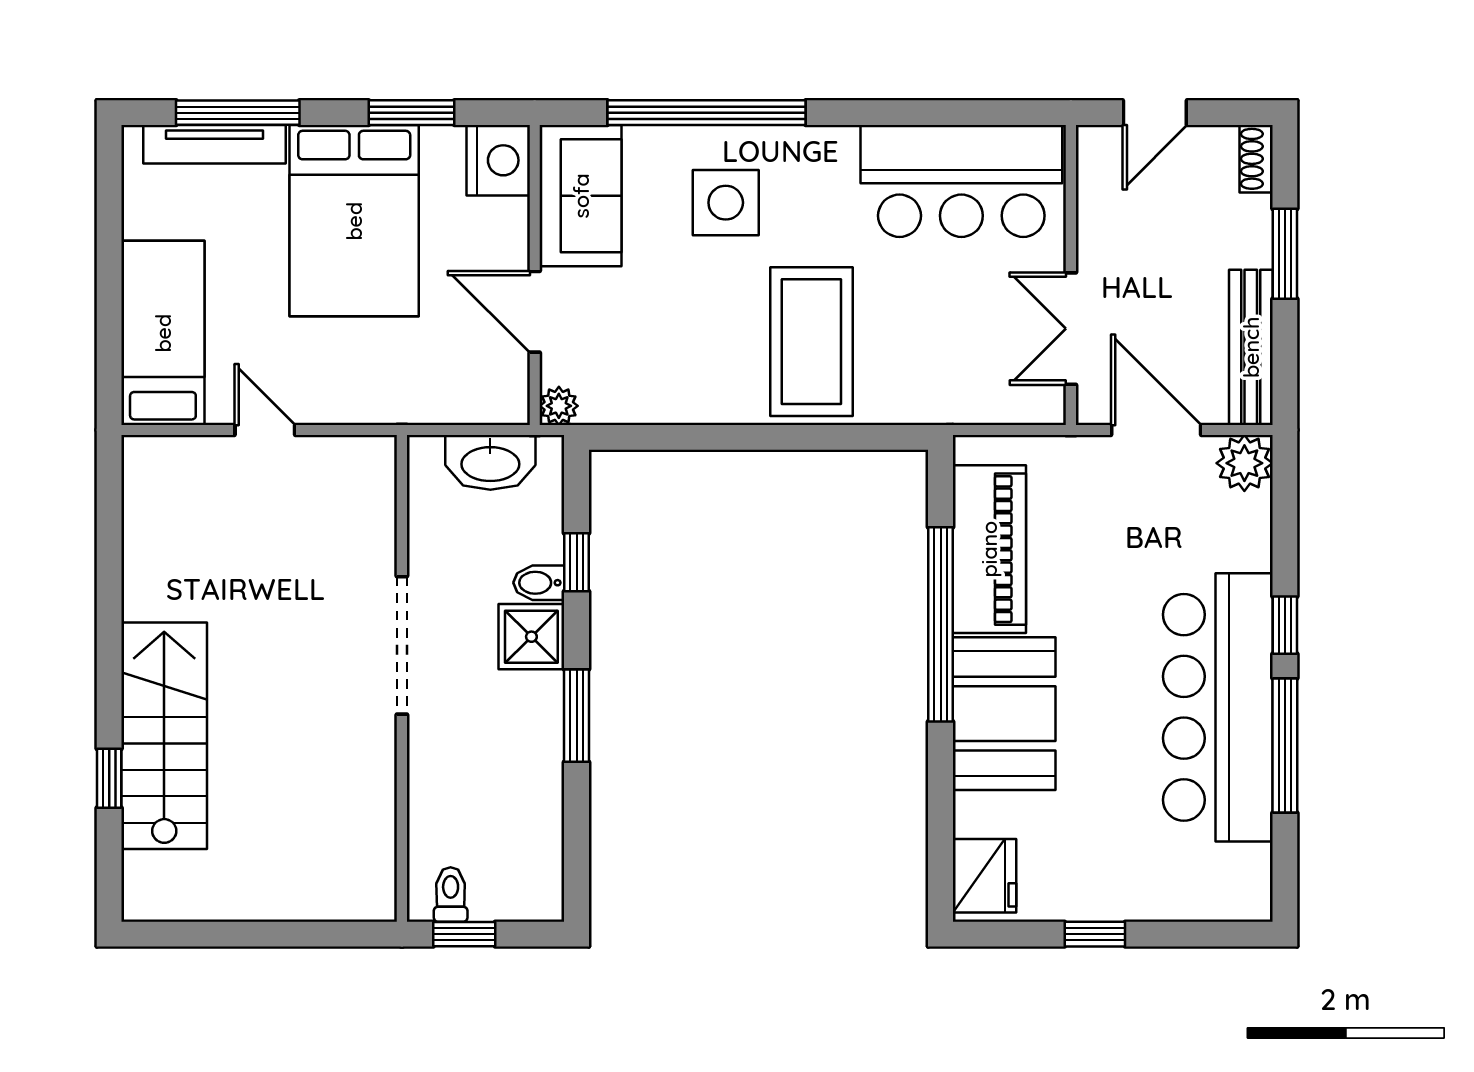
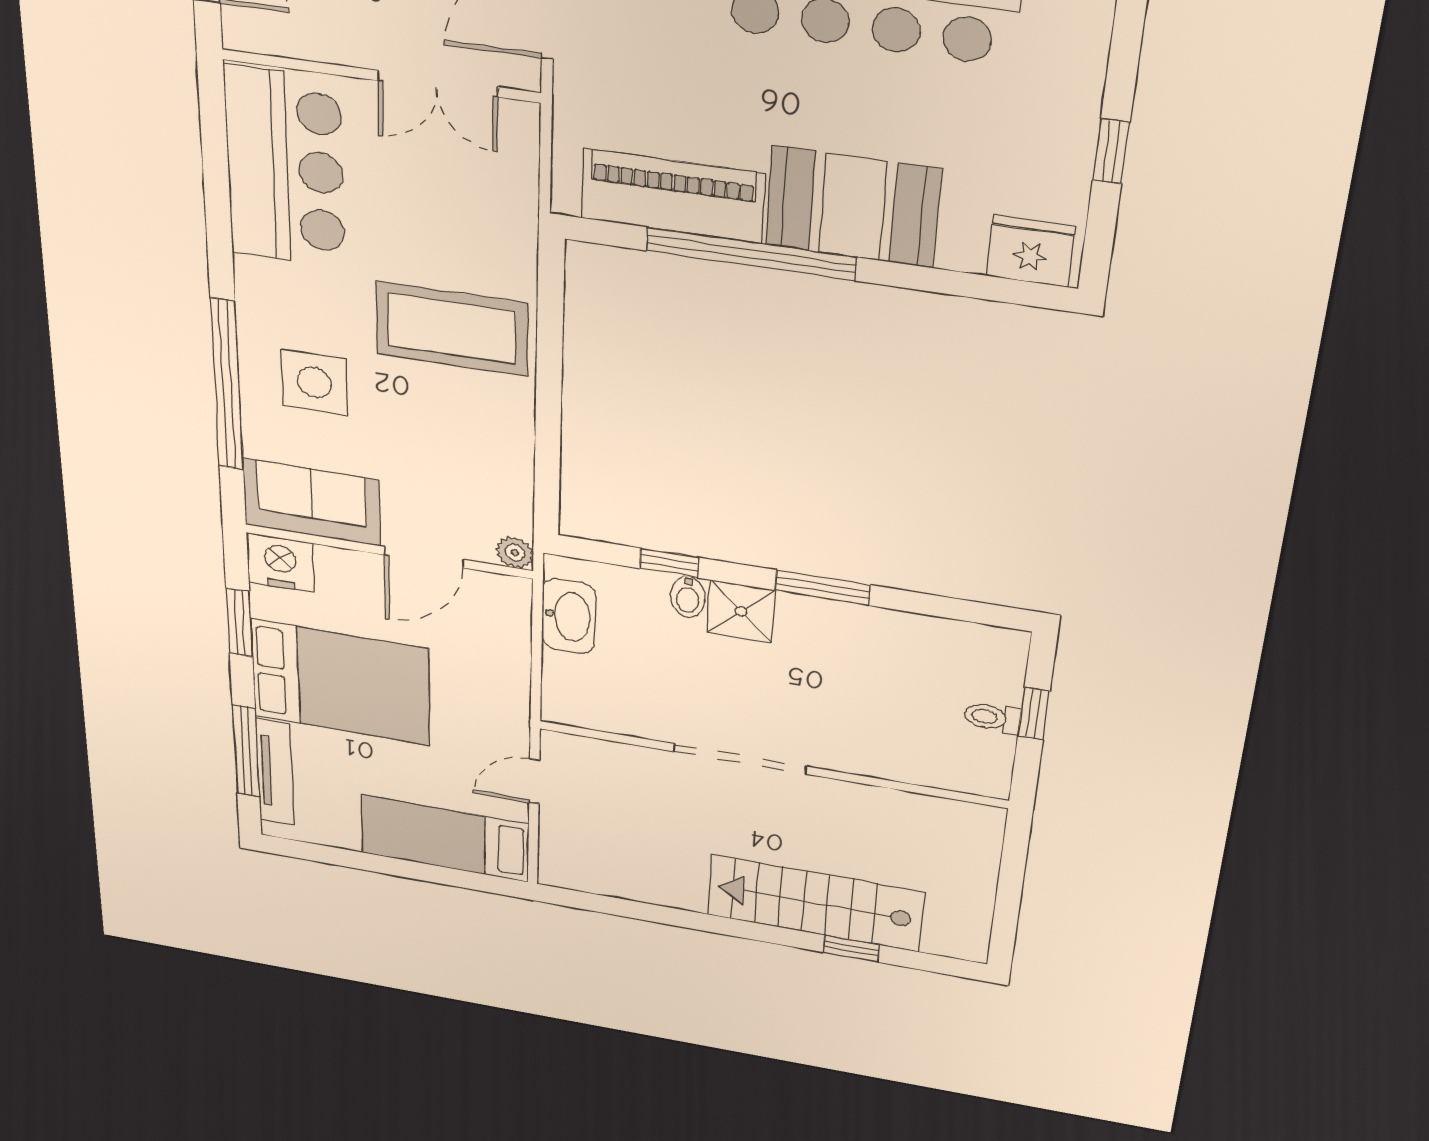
doorway: (402, 645) -> (740, 759), moved
wall: (402, 678) -> (771, 764), moved

